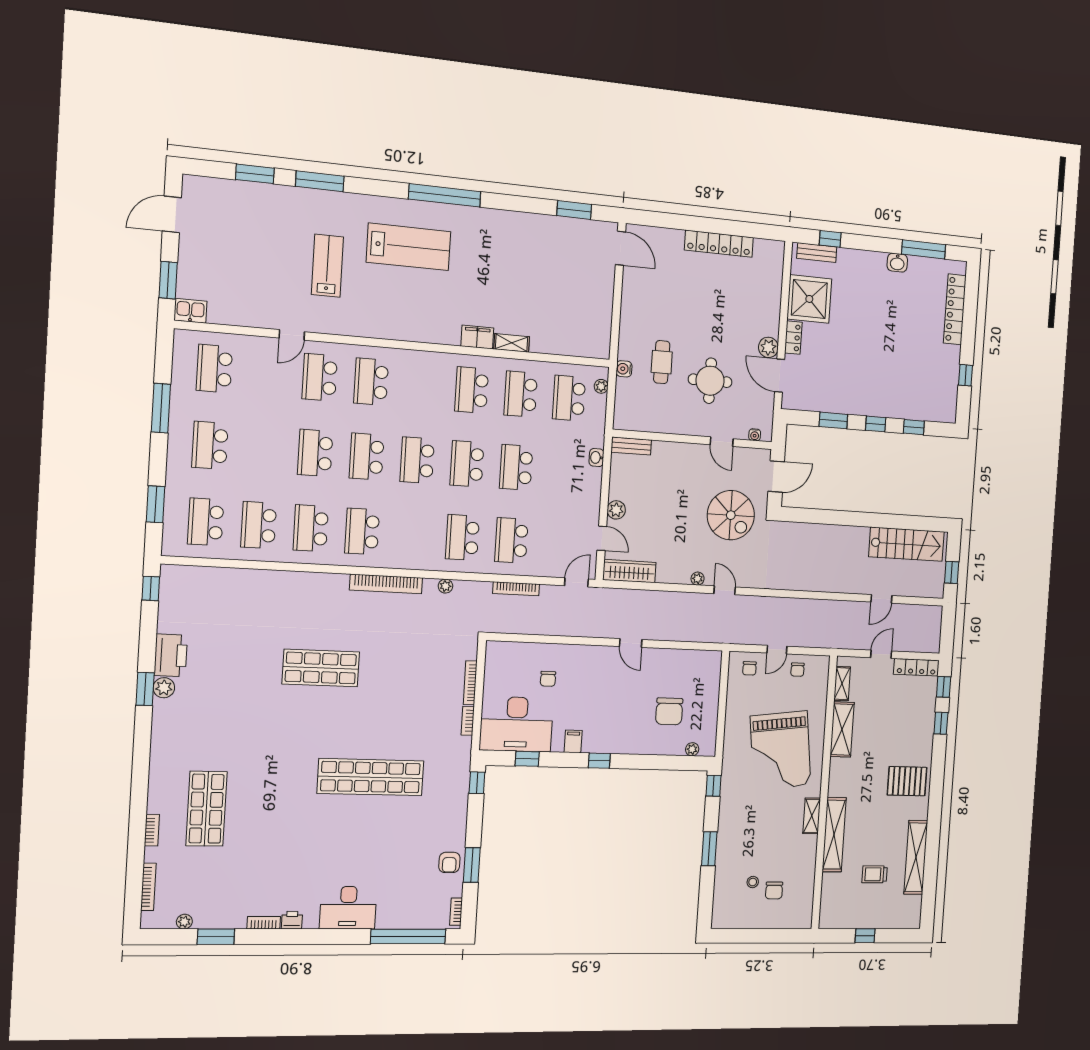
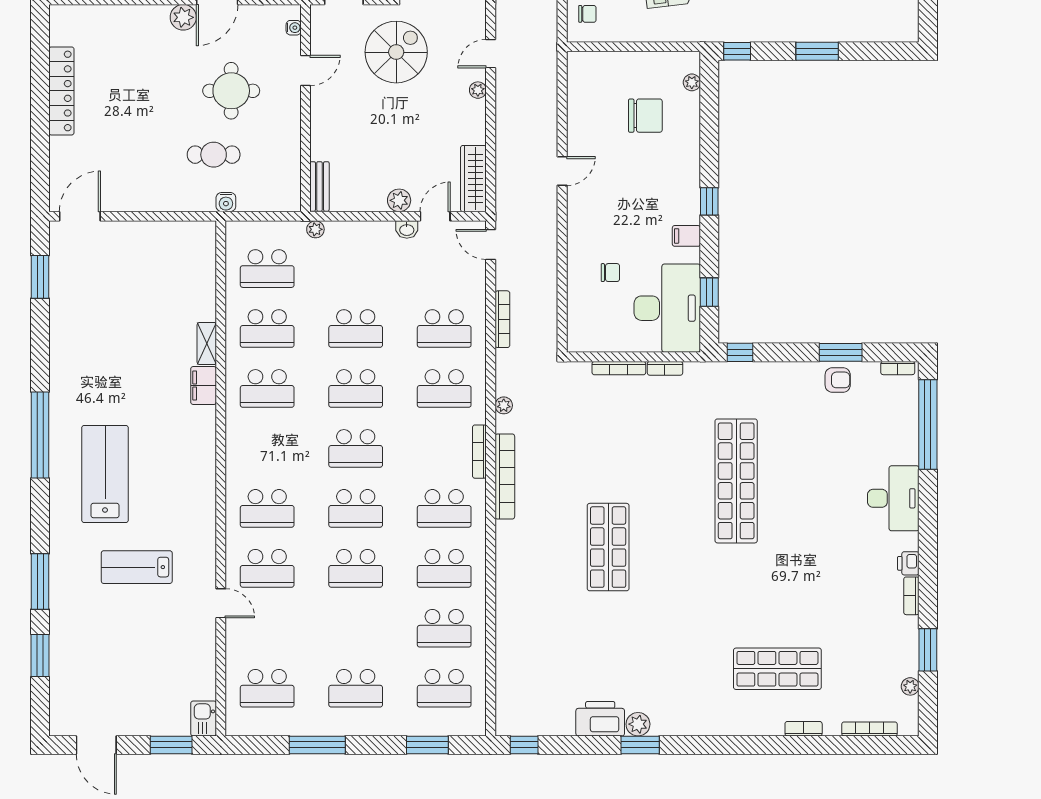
plant: (601, 386) -> (315, 229), moved
washbasin: (596, 458) -> (407, 230), moved
bookcase: (408, 564) -> (479, 452), added

